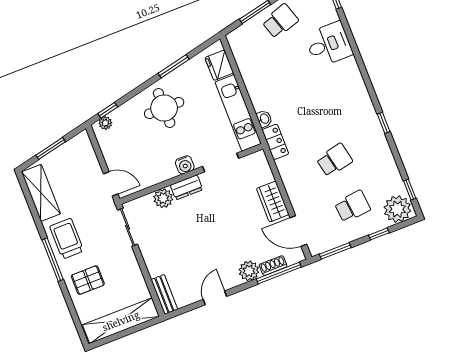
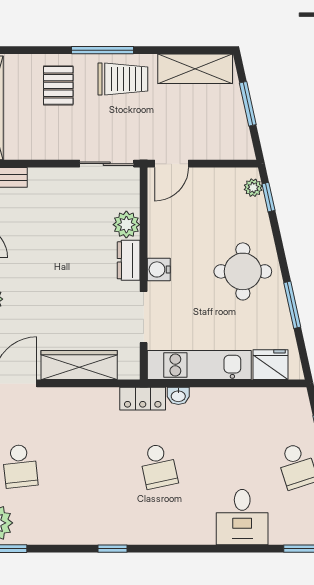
school desk: (334, 160) -> (158, 466), moved
wardrobe: (273, 202) -> (79, 365), width x1.50

